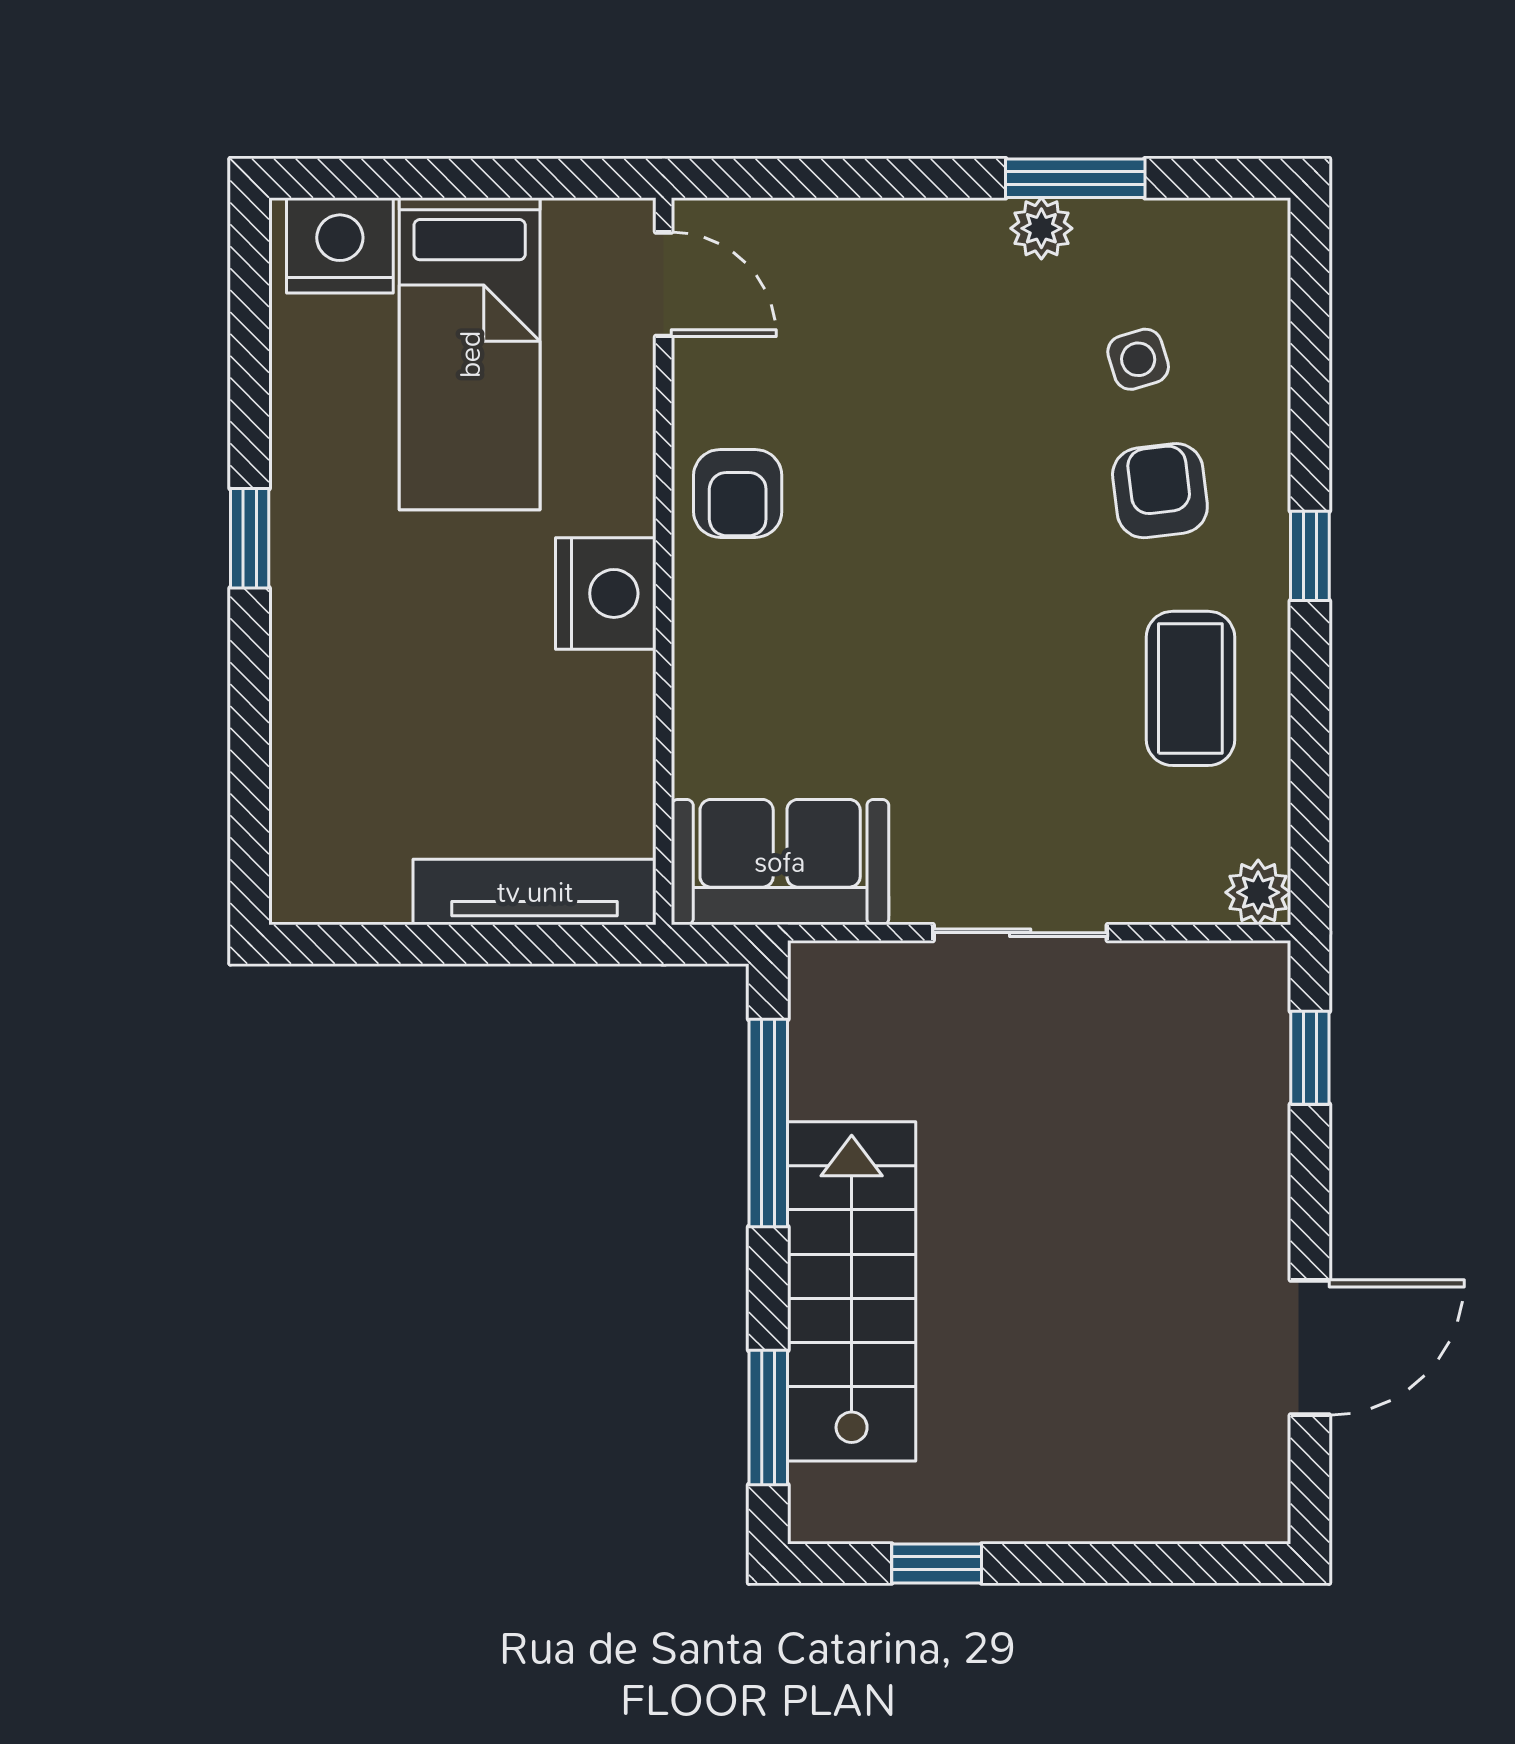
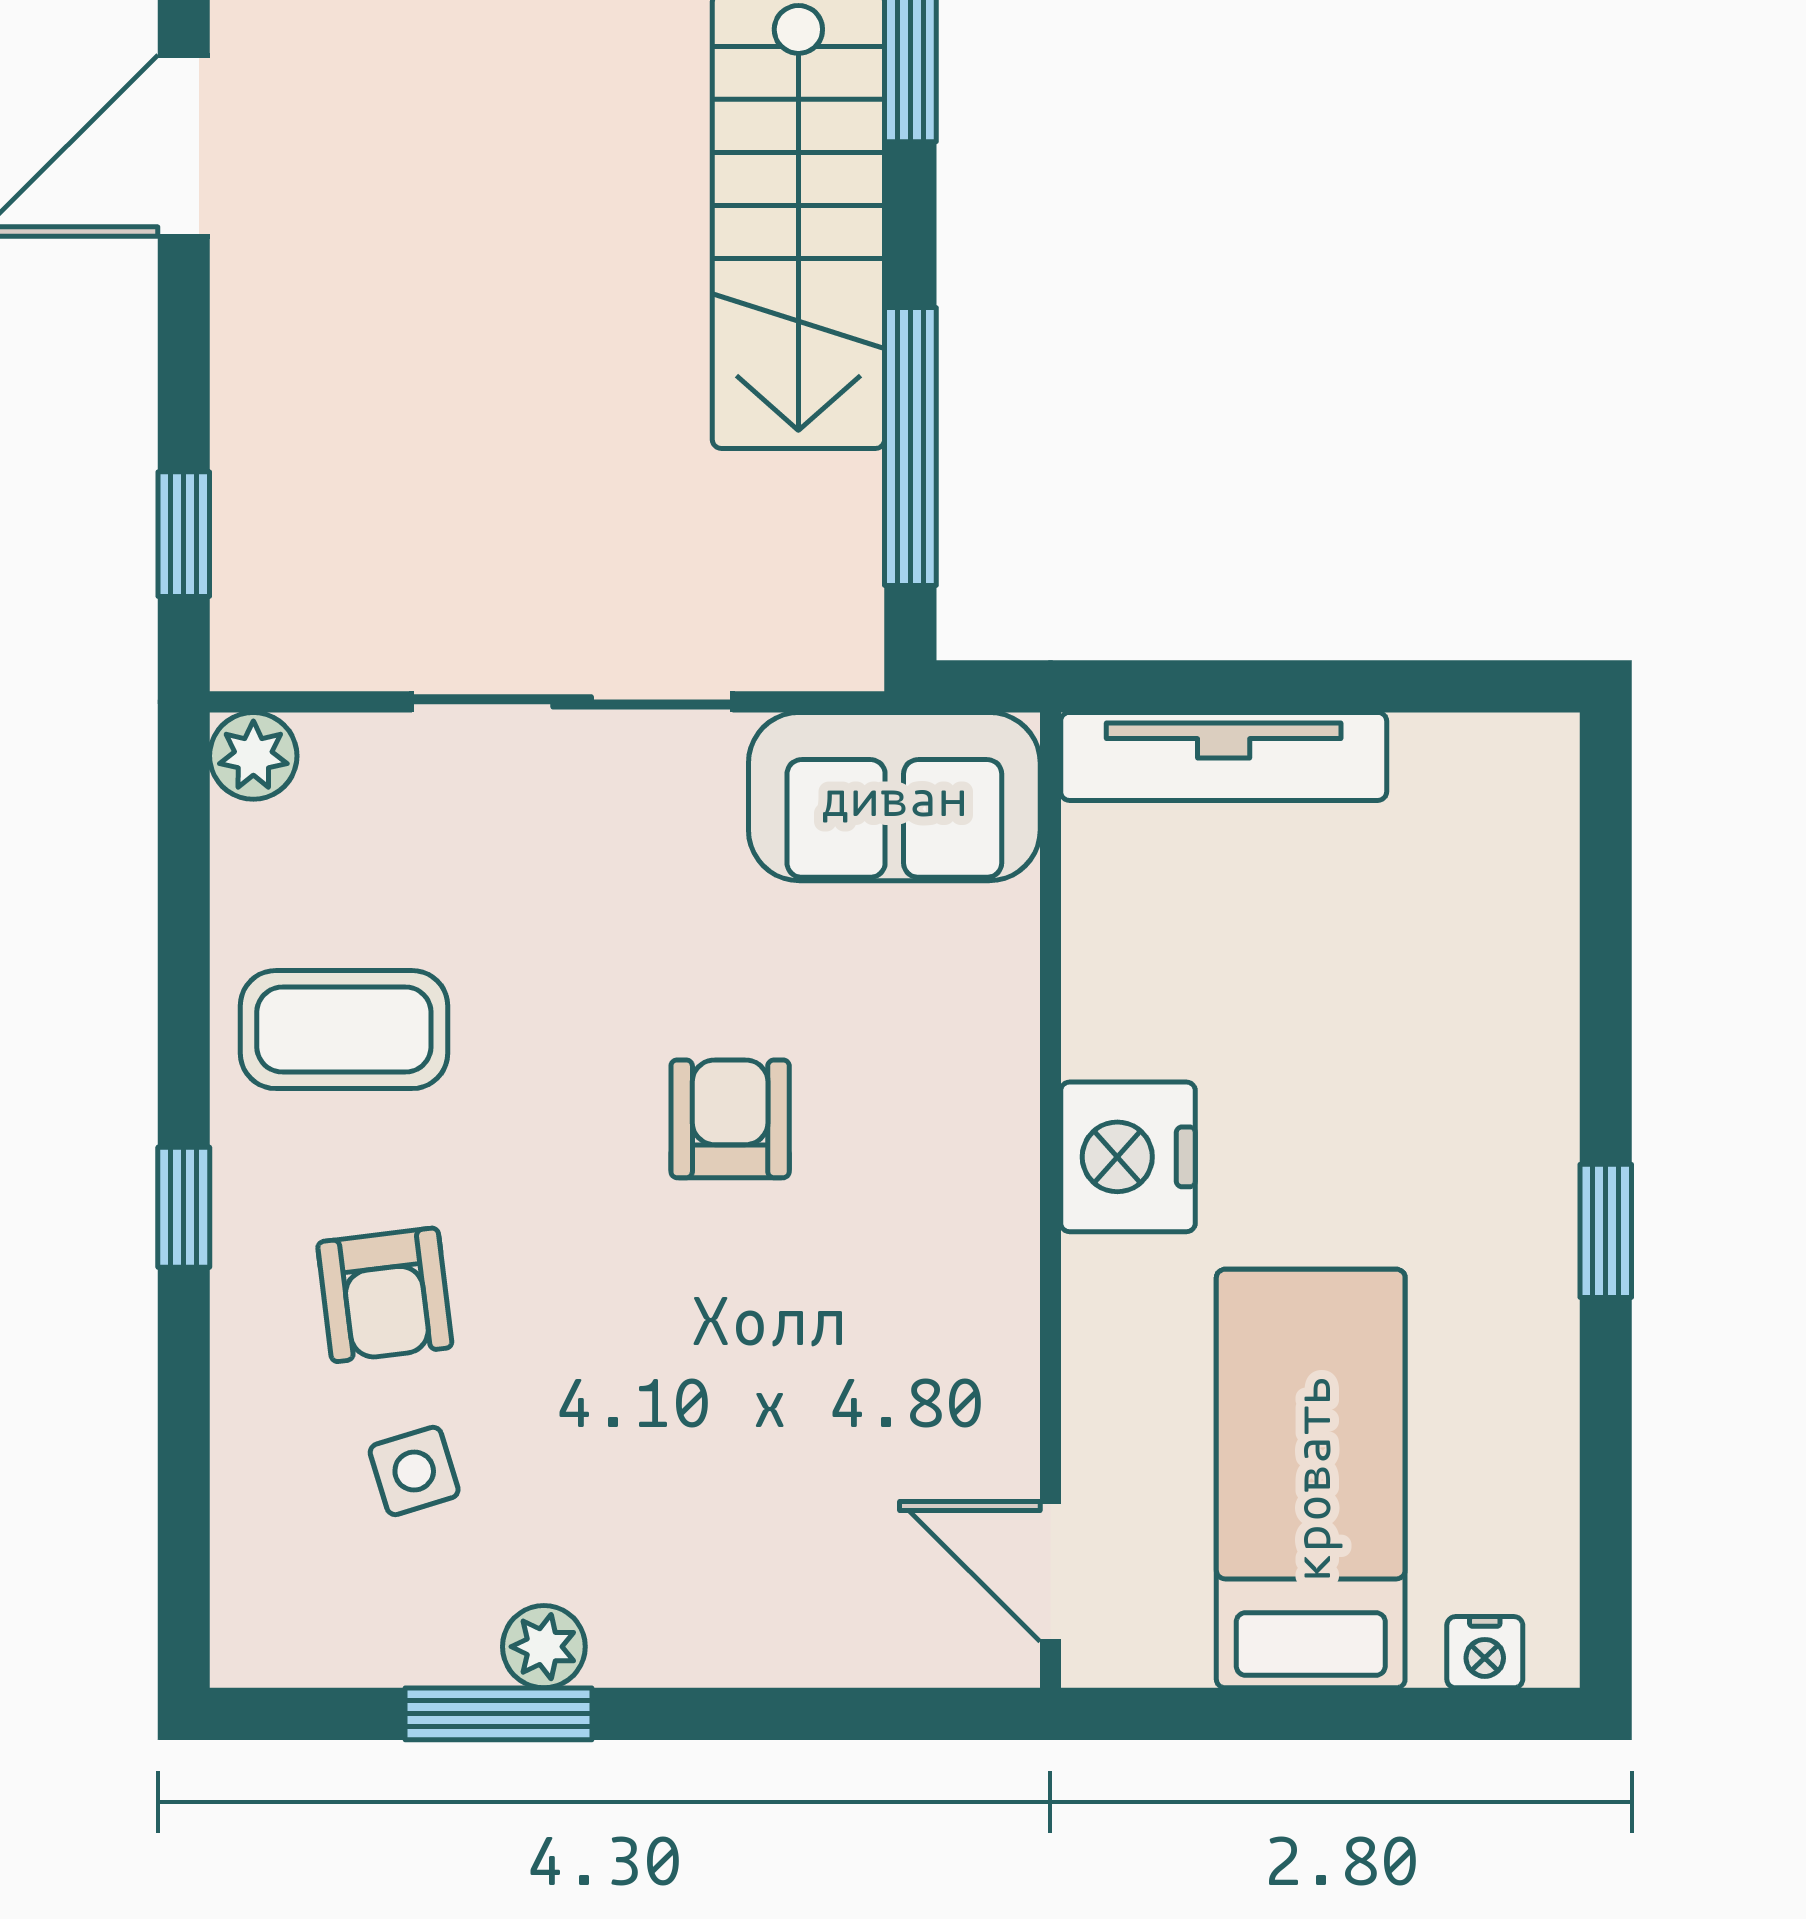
nightstand: (340, 245) -> (1485, 1652), width x0.53, depth x0.56
armchair: (738, 493) -> (730, 1119), moved
coffee table: (1190, 688) -> (344, 1030), turned 90
sliding door: (1020, 933) -> (572, 702), width x1.37

